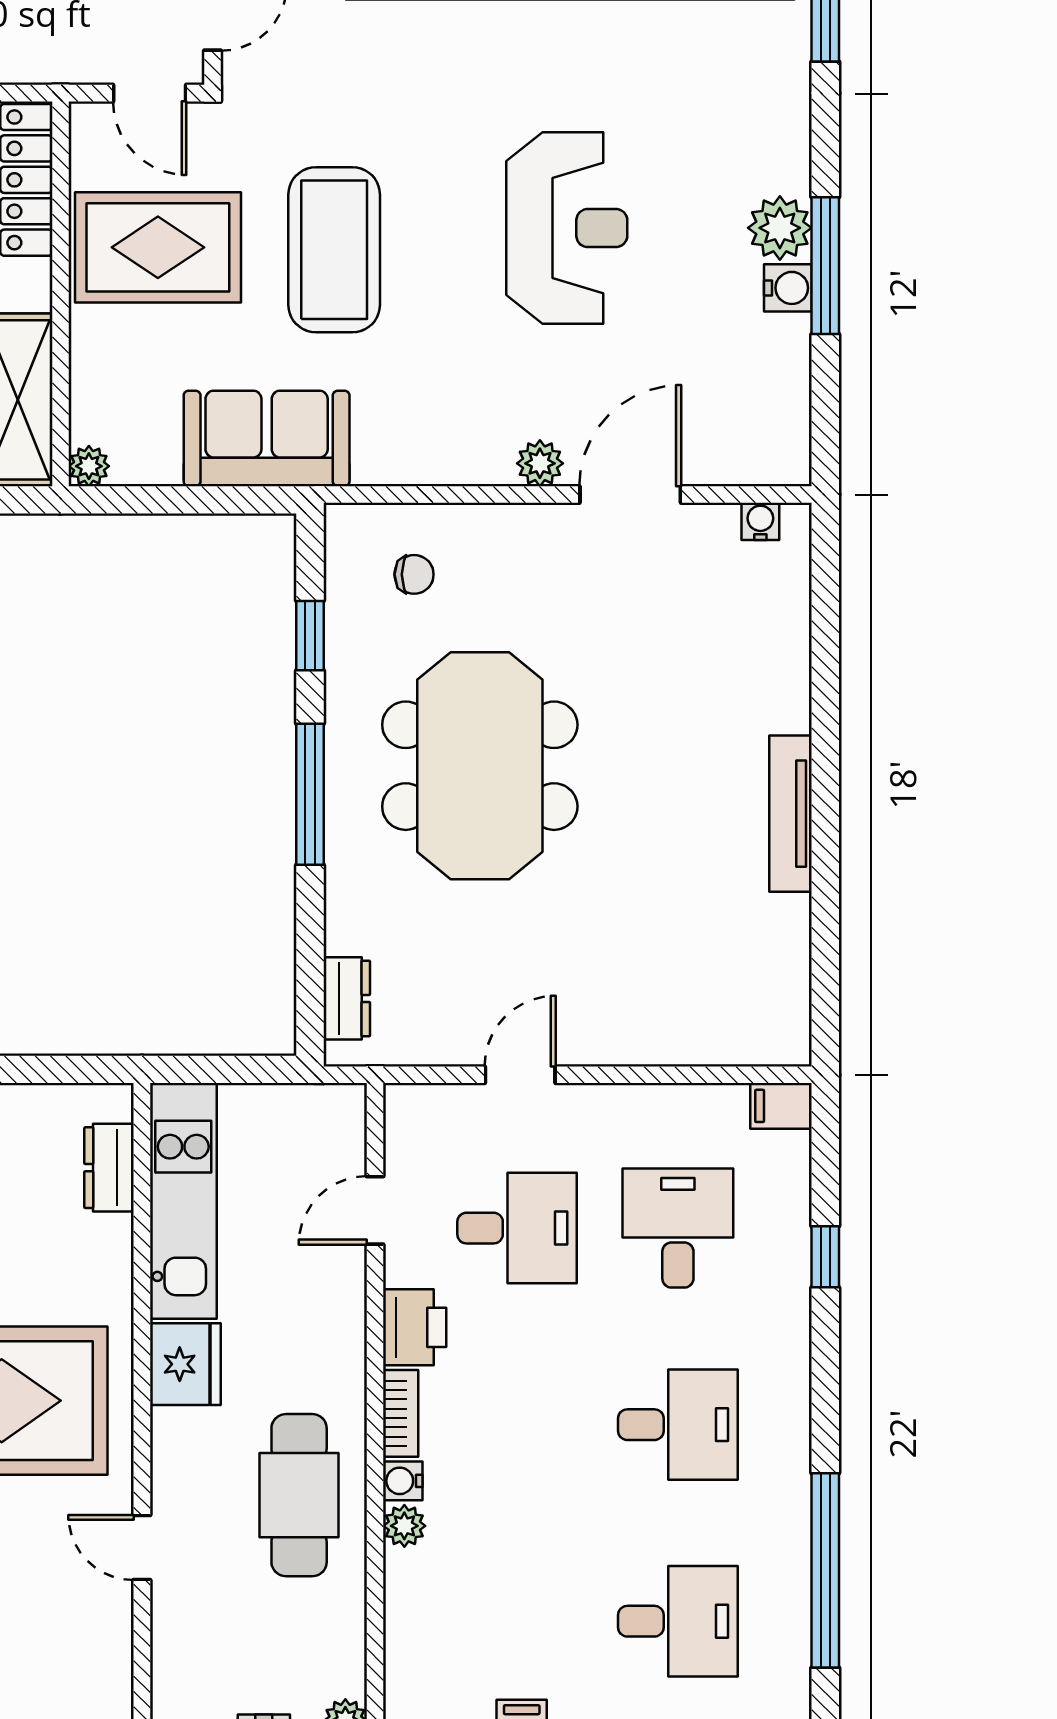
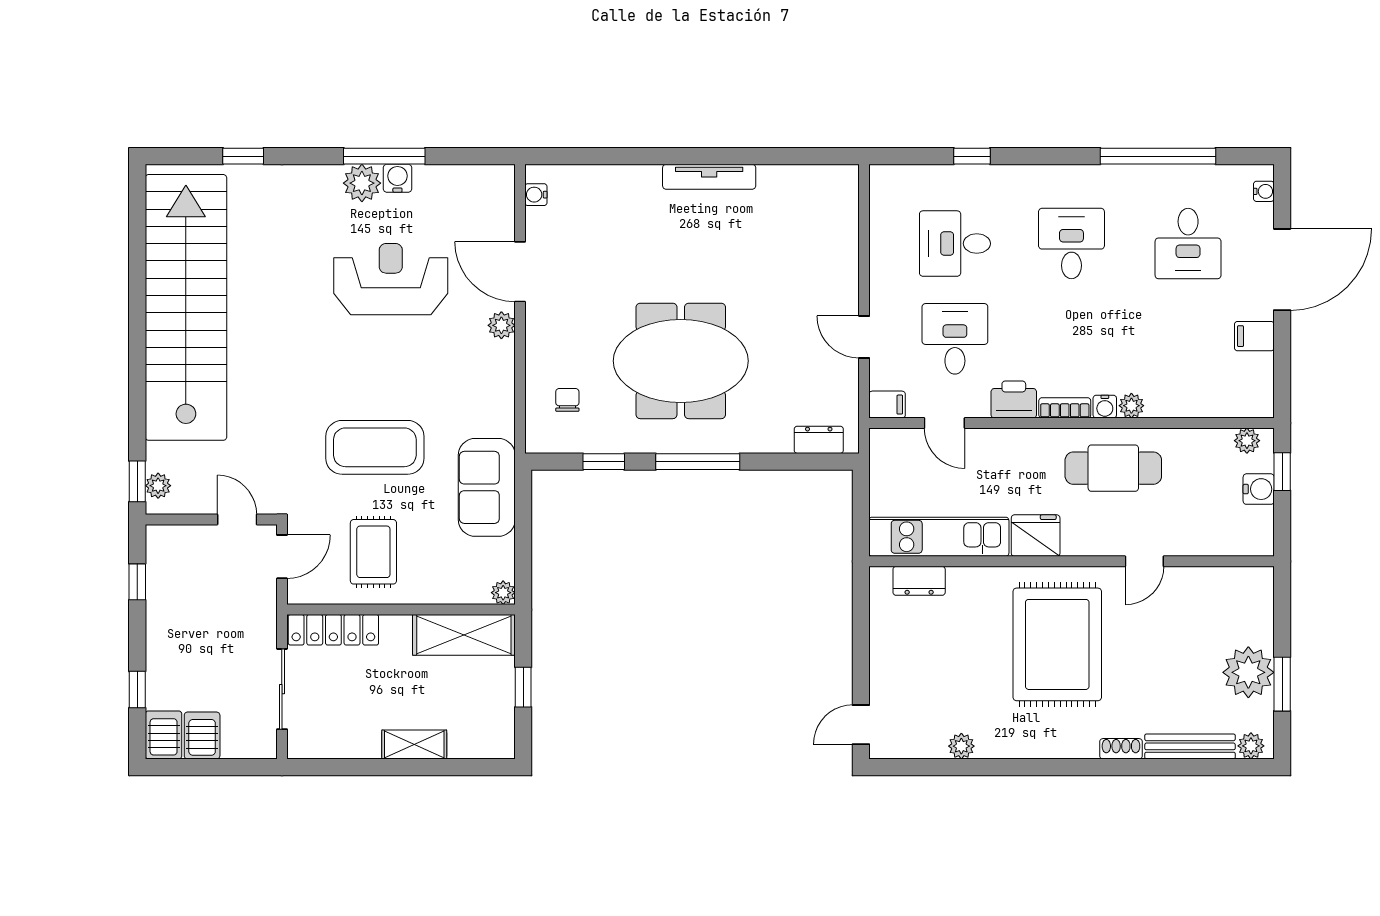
reception desk: (567, 228) -> (391, 279), moved
rug: (158, 247) -> (373, 552), width x0.73, depth x0.70
filing cabinet: (781, 1106) -> (887, 405), moved, turned -90
desk: (678, 1621) -> (1188, 244), turned 180

